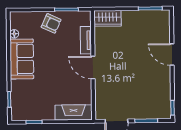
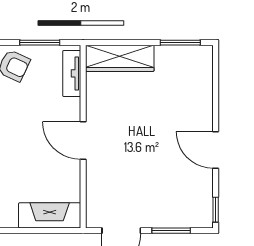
wardrobe: (108, 18) -> (120, 58), width x1.50
tv unit: (86, 40) -> (72, 73), moved
door: (172, 55) -> (216, 150), moved

